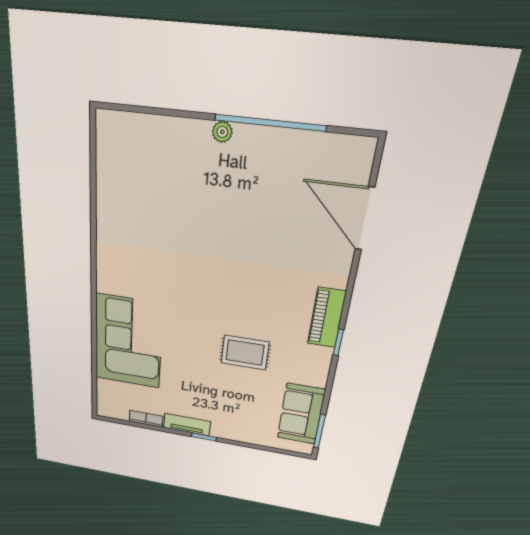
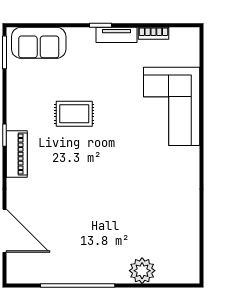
plant: (222, 132) -> (142, 271), moved, width x1.87, depth x1.87
sofa: (301, 414) -> (39, 43), moved, turned 90

